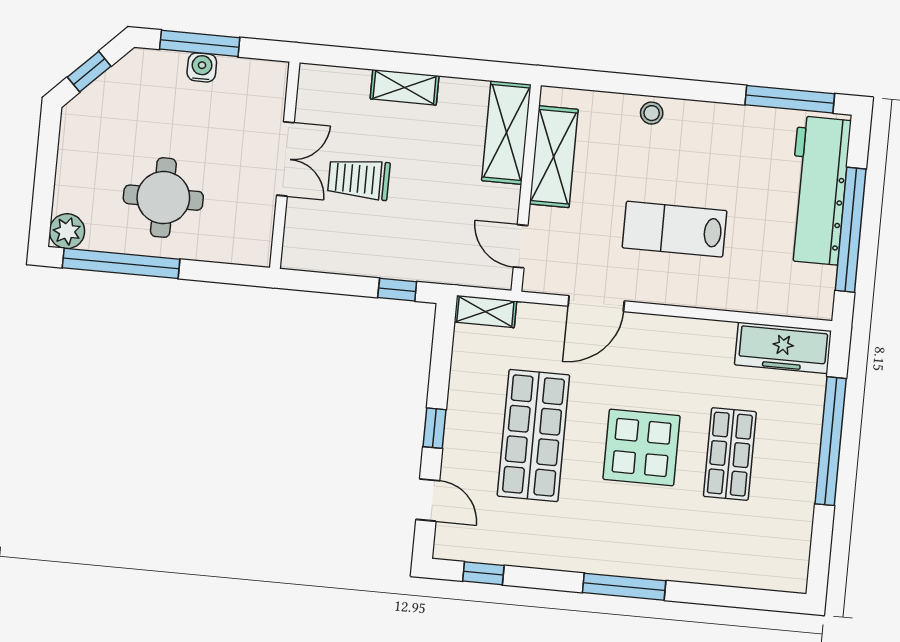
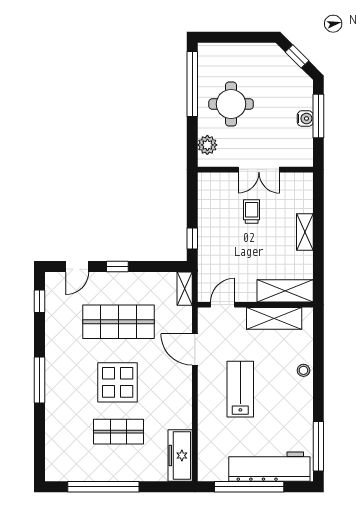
trolley: (359, 179) -> (252, 211), width x0.73, depth x0.72
plant: (67, 231) -> (207, 145), moved
window: (831, 441) -> (103, 487), moved

